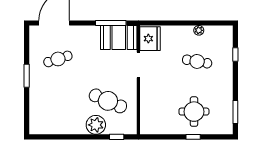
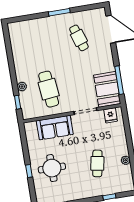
fridge: (150, 39) -> (111, 115), width x0.53, depth x0.75
cafe table: (108, 101) -> (49, 89), turned -30
sofa: (151, 101) -> (55, 128), added
plant: (96, 125) -> (22, 87), width x0.53, depth x0.53

